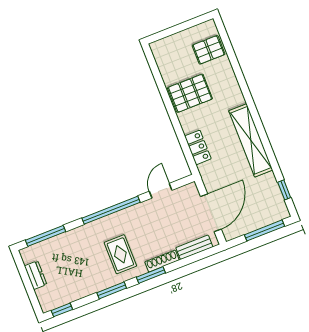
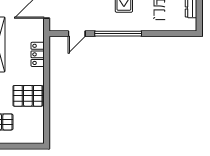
window: (45, 236) -> (173, 34), removed

